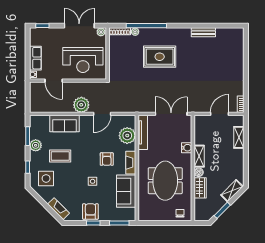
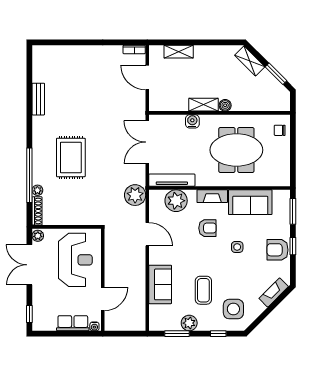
plant: (81, 105) -> (135, 195), moved
wardrobe: (200, 188) -> (246, 103), removed

